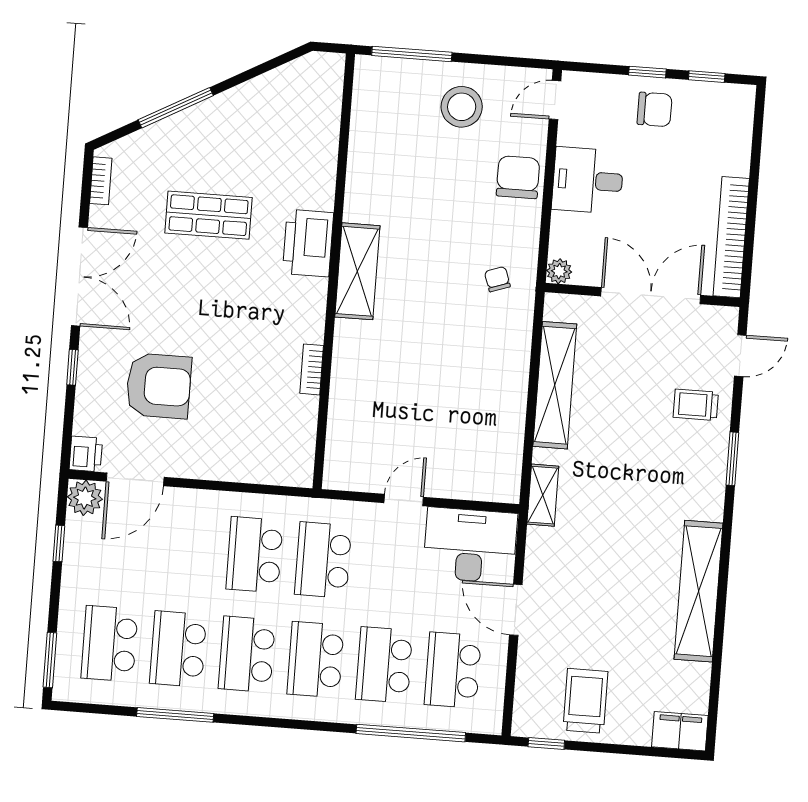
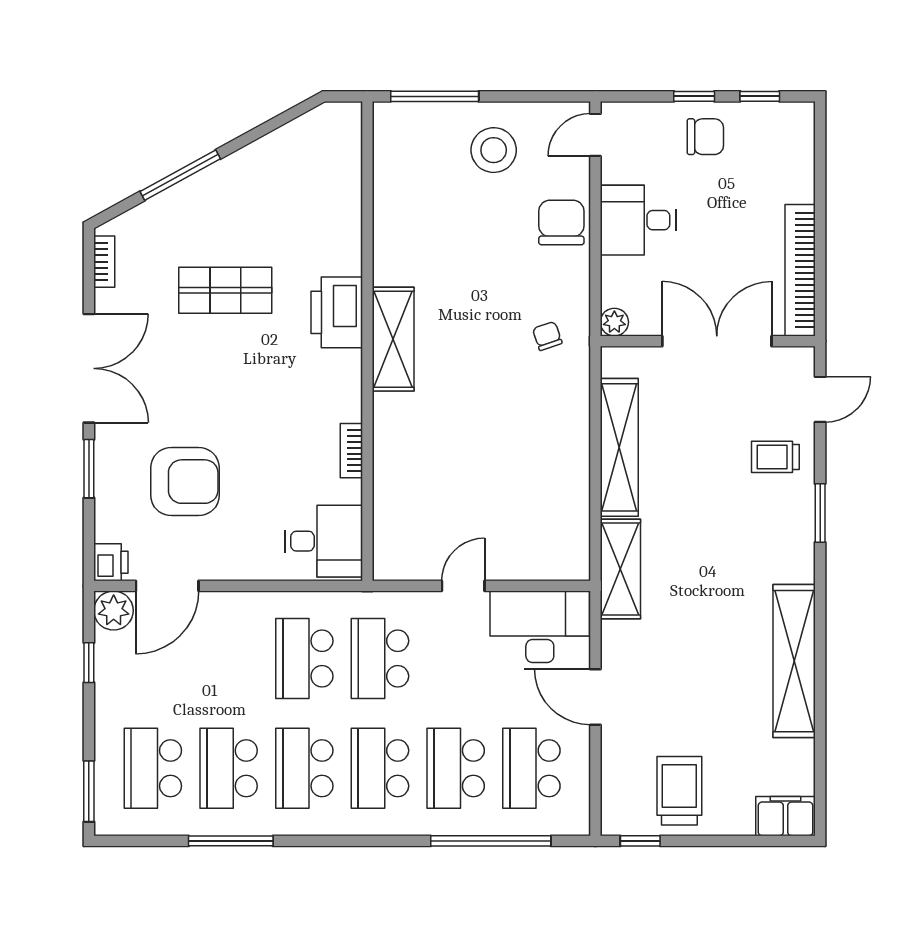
window: (72, 367) -> (89, 469), width x1.50
desk: (280, 450) -> (323, 541), added
shelving: (543, 495) -> (620, 569), width x1.50, depth x1.33

